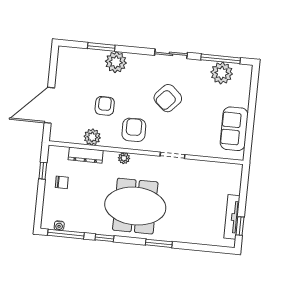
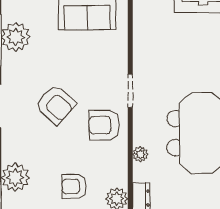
armchair: (134, 130) -> (104, 125), moved

